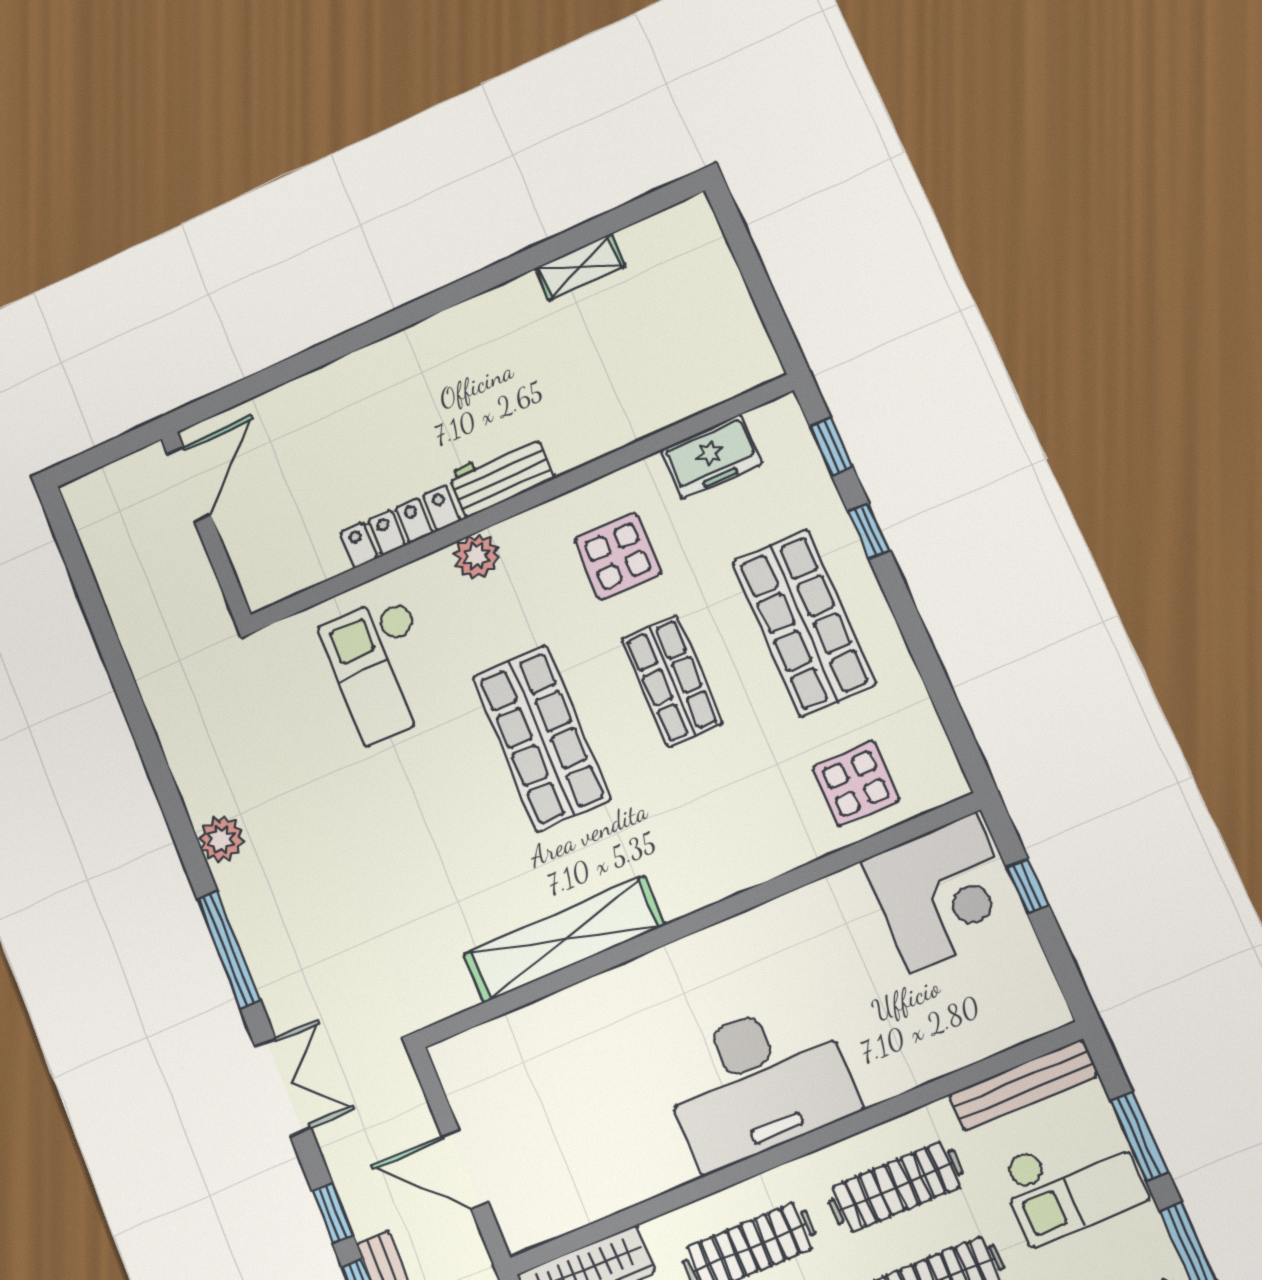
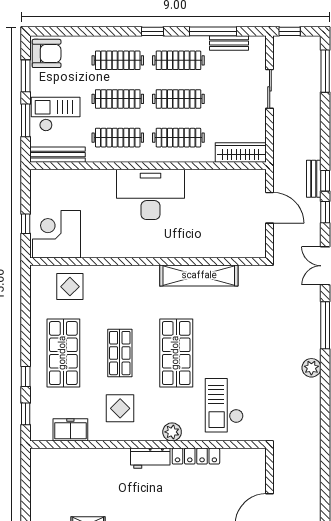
checkout: (383, 668) -> (224, 405), turned 180

